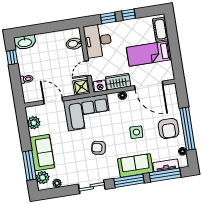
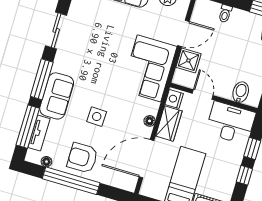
shower: (81, 87) -> (188, 60), moved
armchair: (99, 148) -> (100, 61), removed

